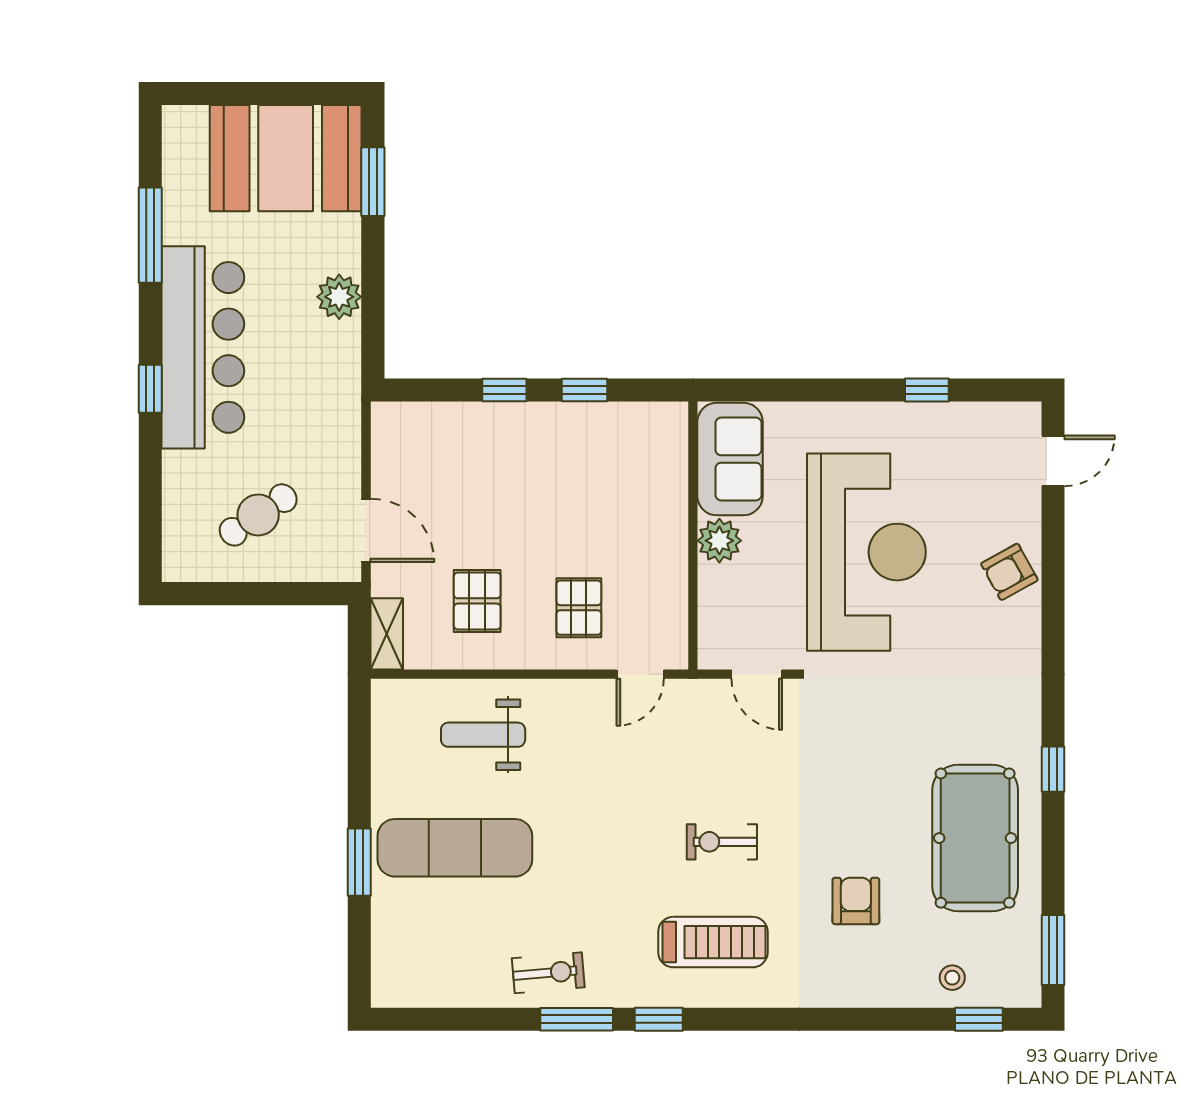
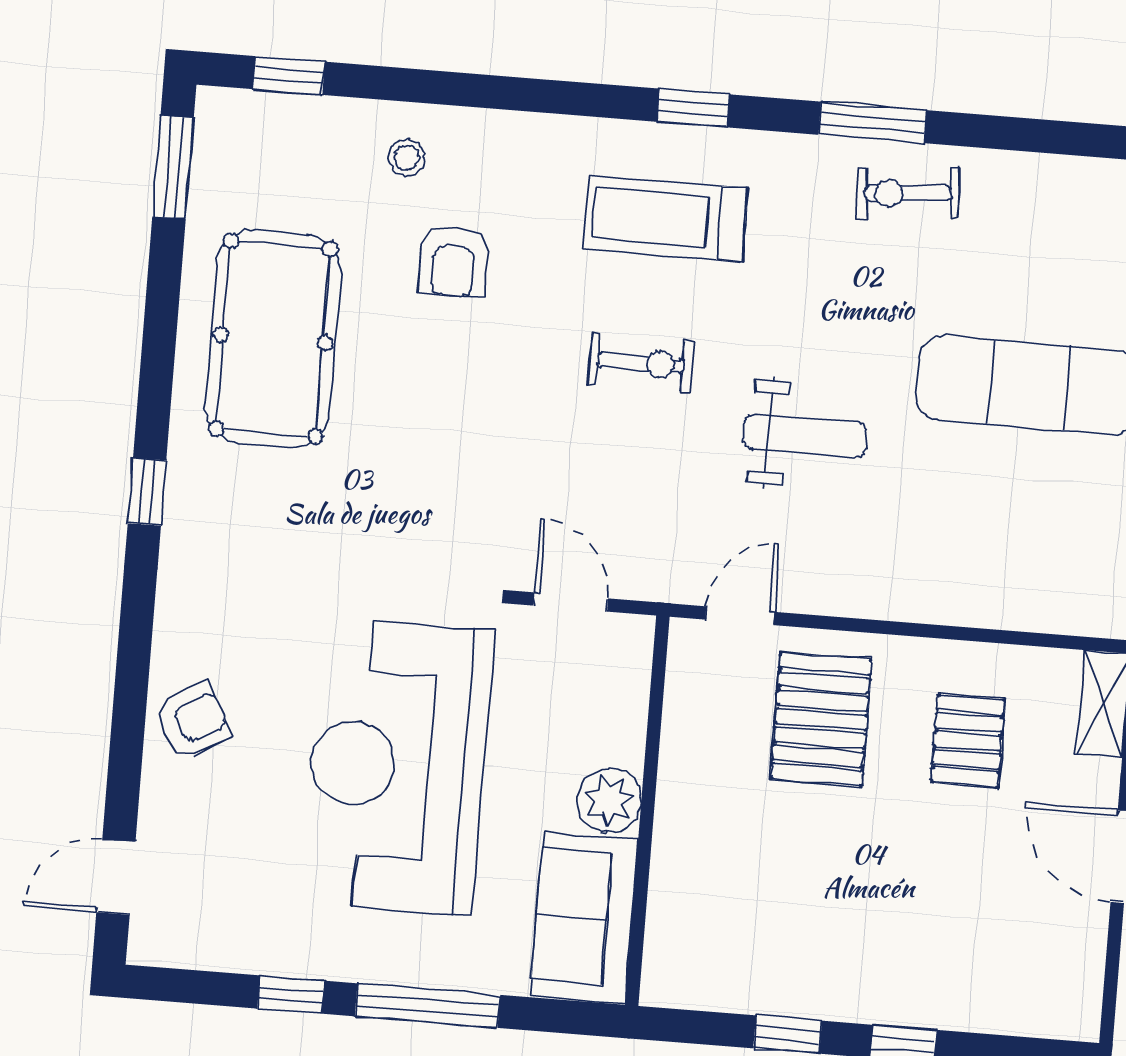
window: (833, 390) -> (428, 1006), added
pallet: (579, 608) -> (821, 719), width x1.50, depth x1.42
weight bench: (483, 735) -> (805, 436), moved
window: (1053, 769) -> (147, 492), moved
stool: (952, 978) -> (407, 157), moved
window: (659, 1019) -> (693, 108), moved

